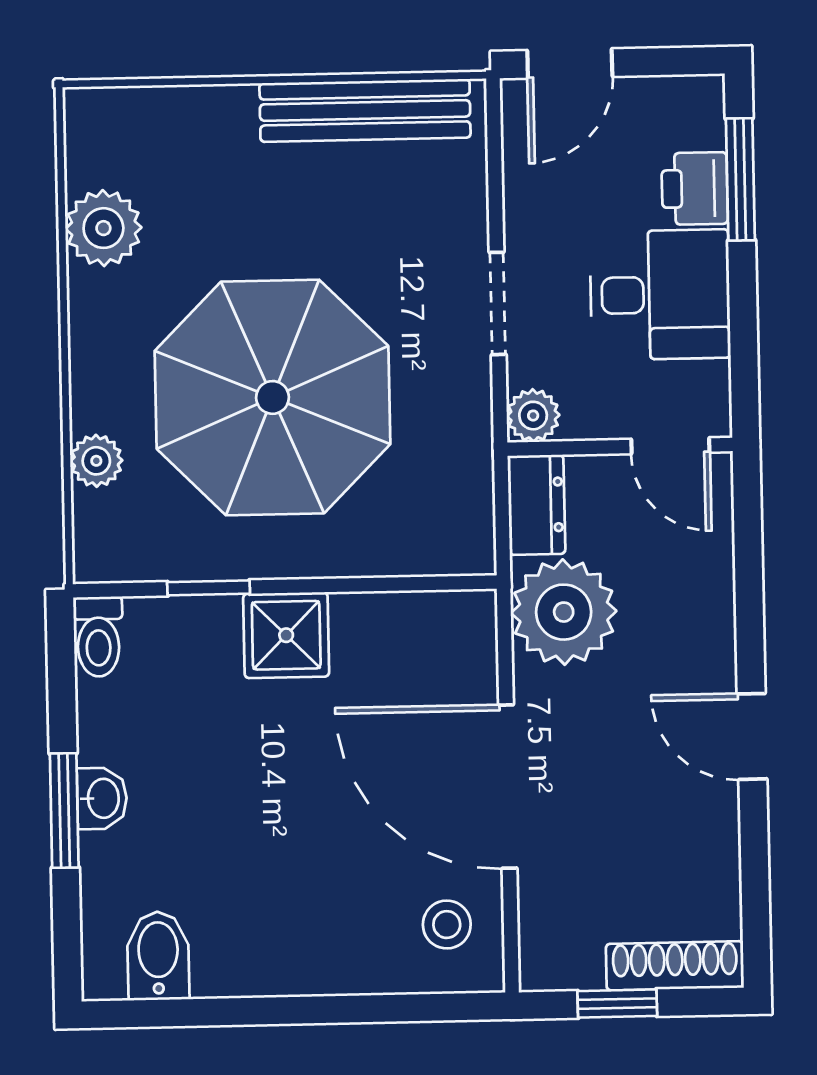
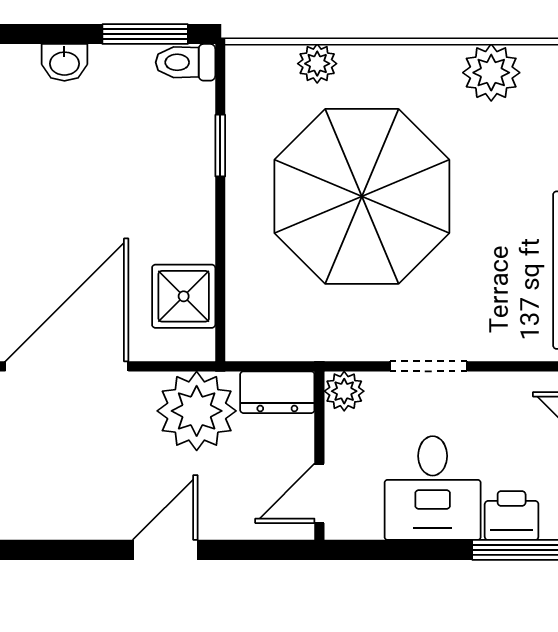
shower: (286, 635) -> (184, 296), moved
door: (752, 736) -> (165, 550), moved
window: (64, 811) -> (145, 34), moved

